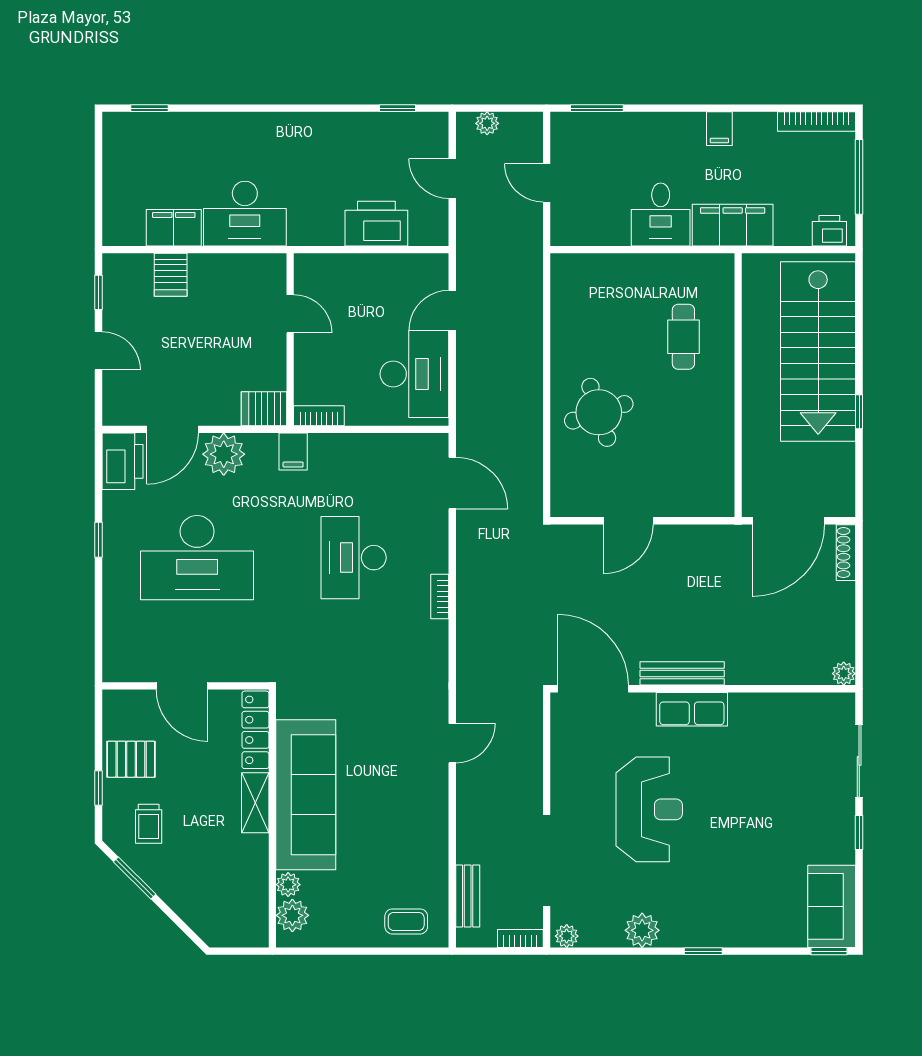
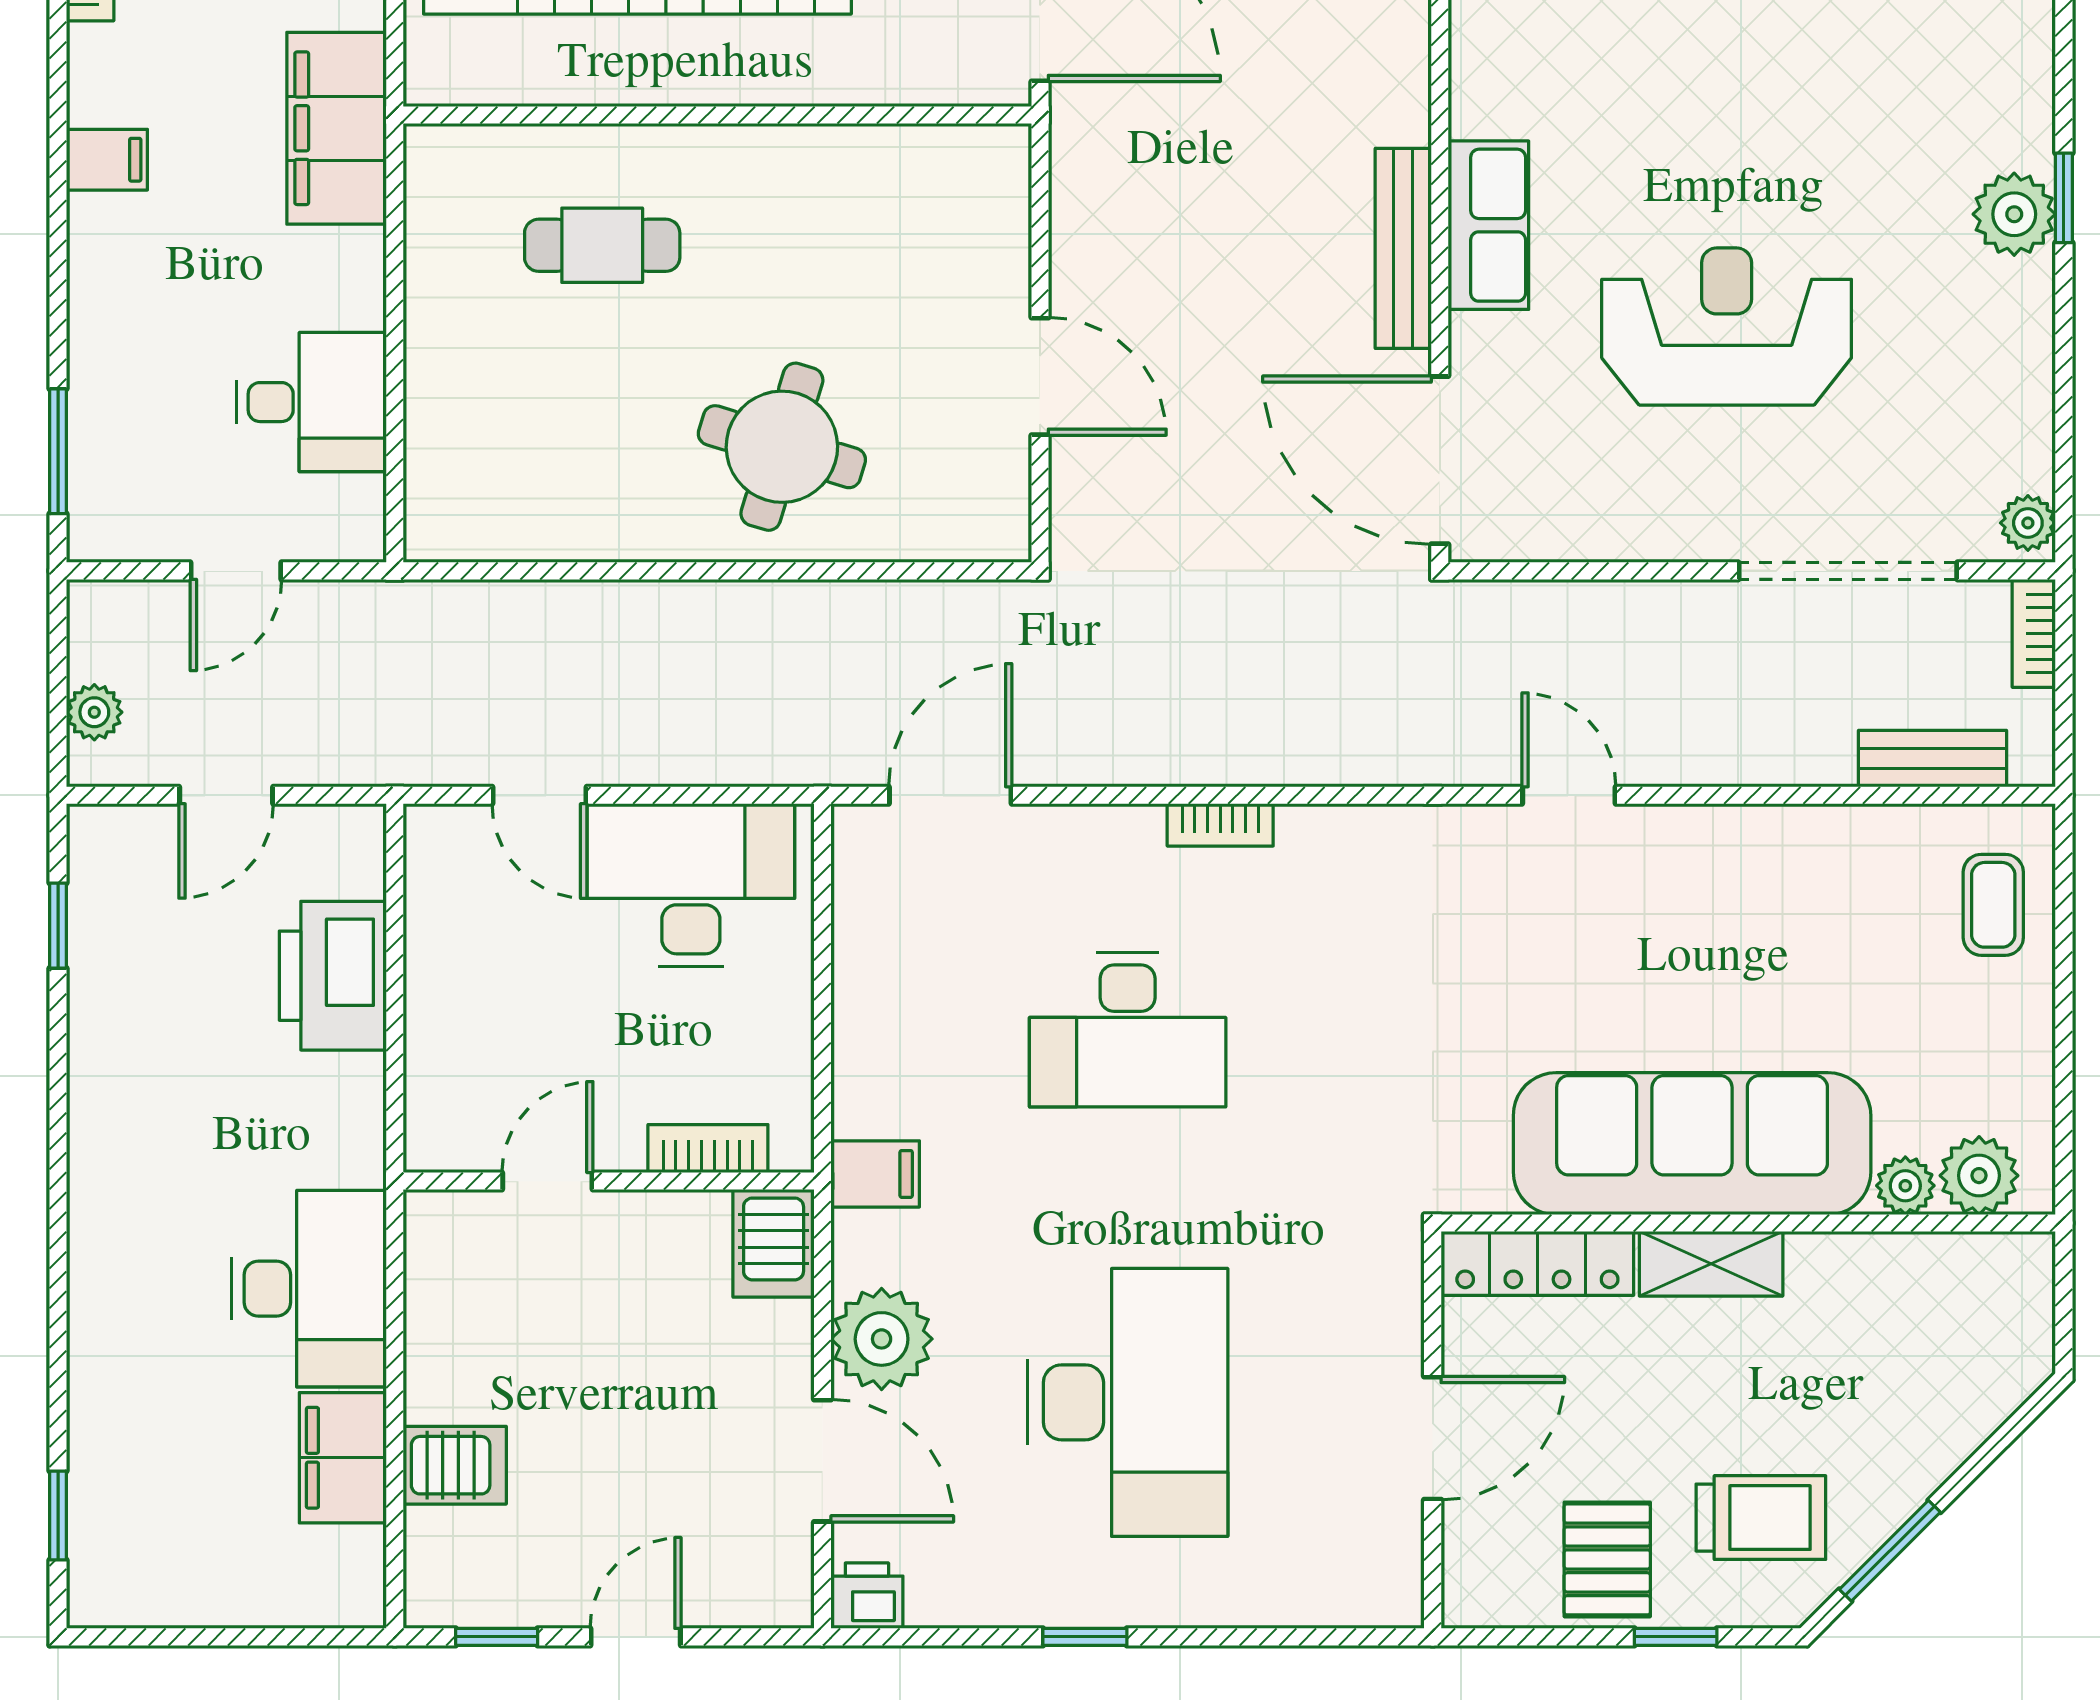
desk: (661, 214) -> (311, 402), moved
round table: (599, 412) -> (782, 447), turned 35
bookcase: (319, 416) -> (708, 1149), moved, turned 90
printer: (122, 461) -> (867, 1596), width x0.53, depth x0.68
door: (593, 689) -> (1440, 460), hinge flipped
trolley: (149, 824) -> (1761, 1518), width x1.36, depth x1.39
plant: (642, 930) -> (2014, 214), moved

